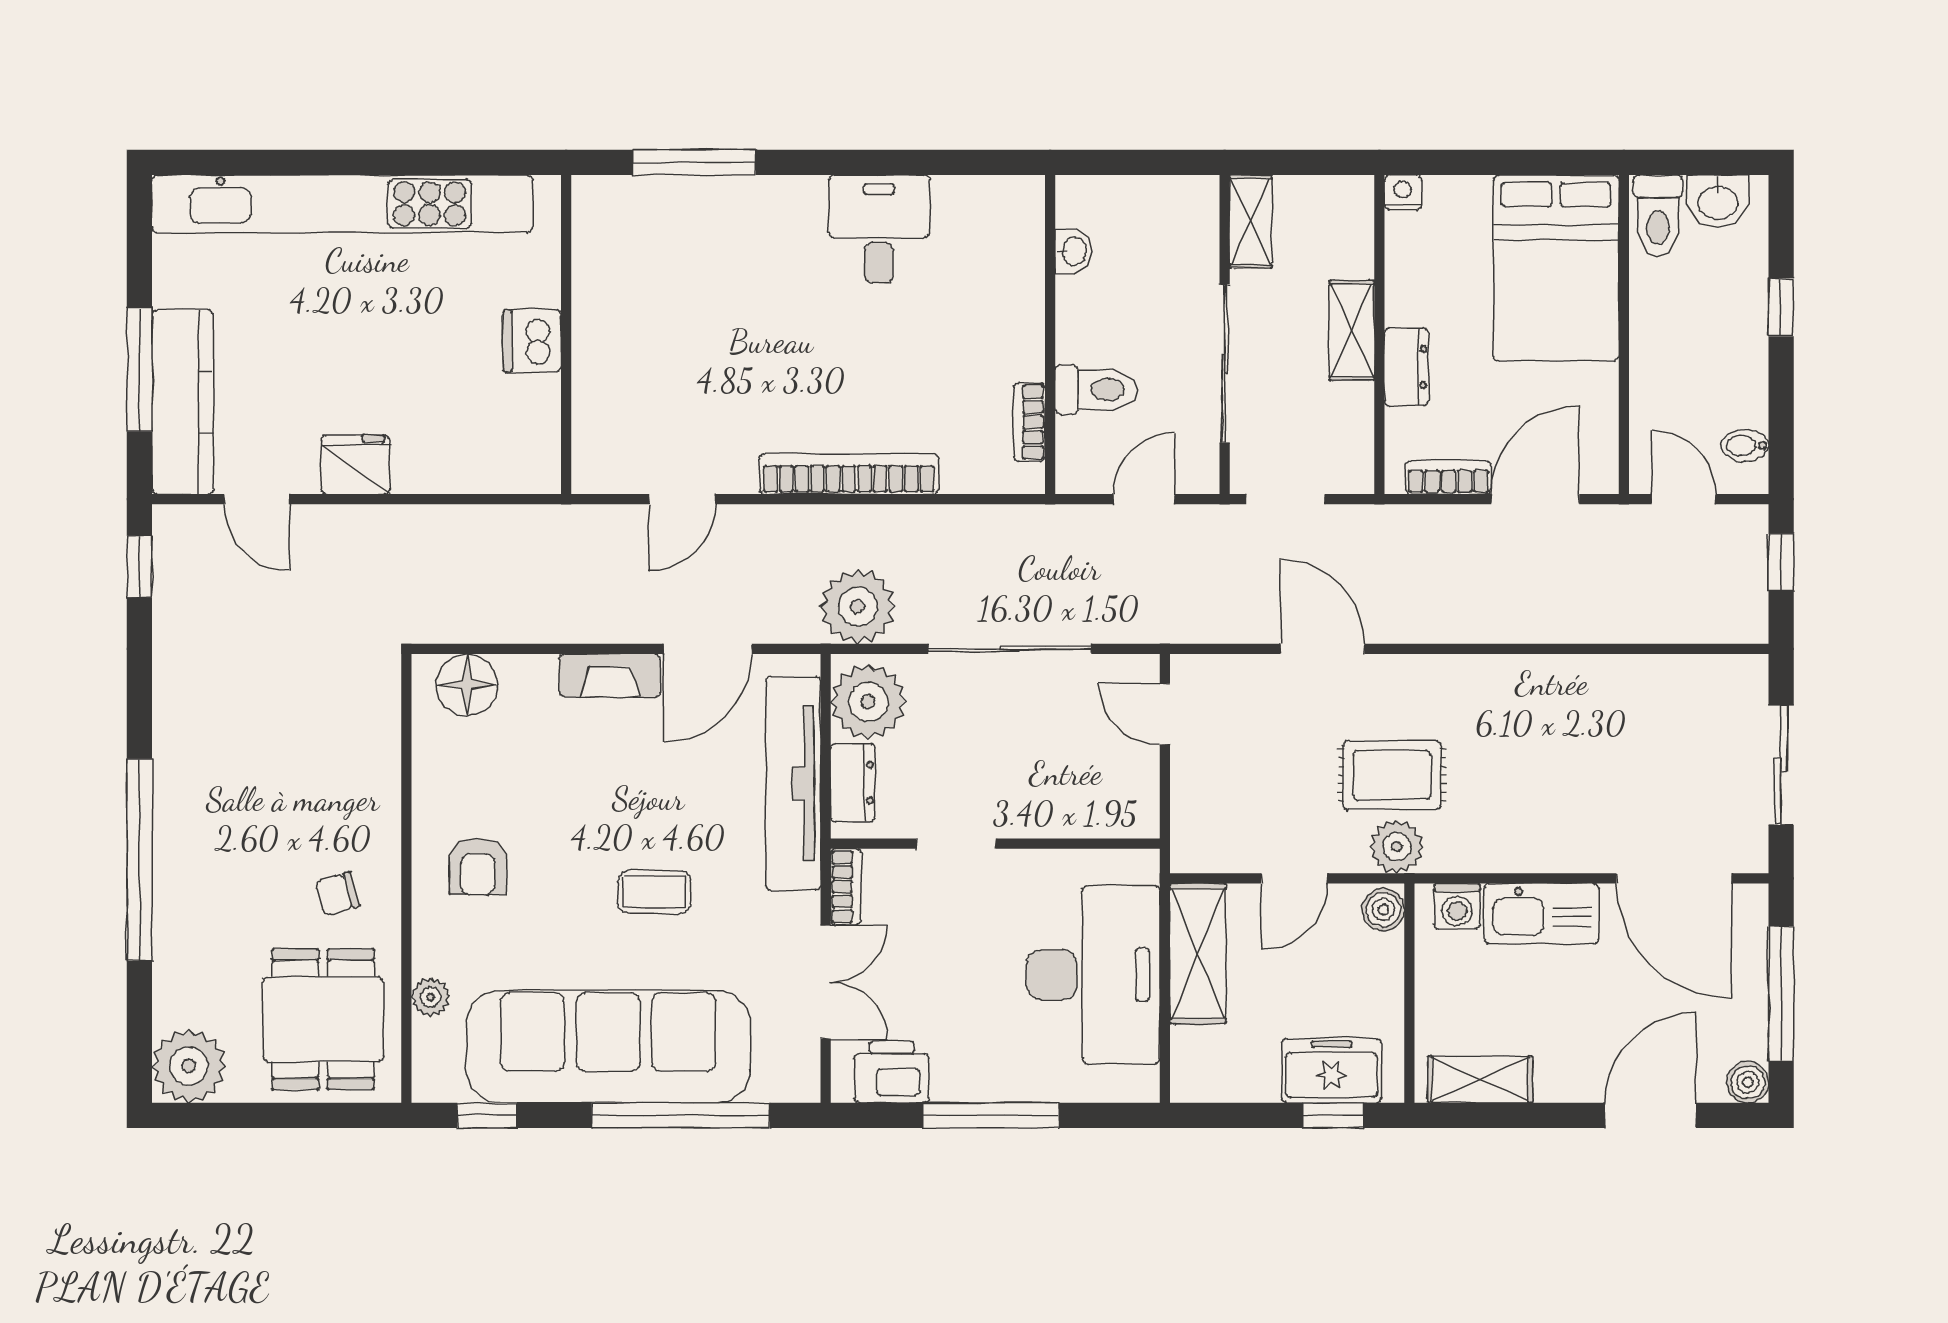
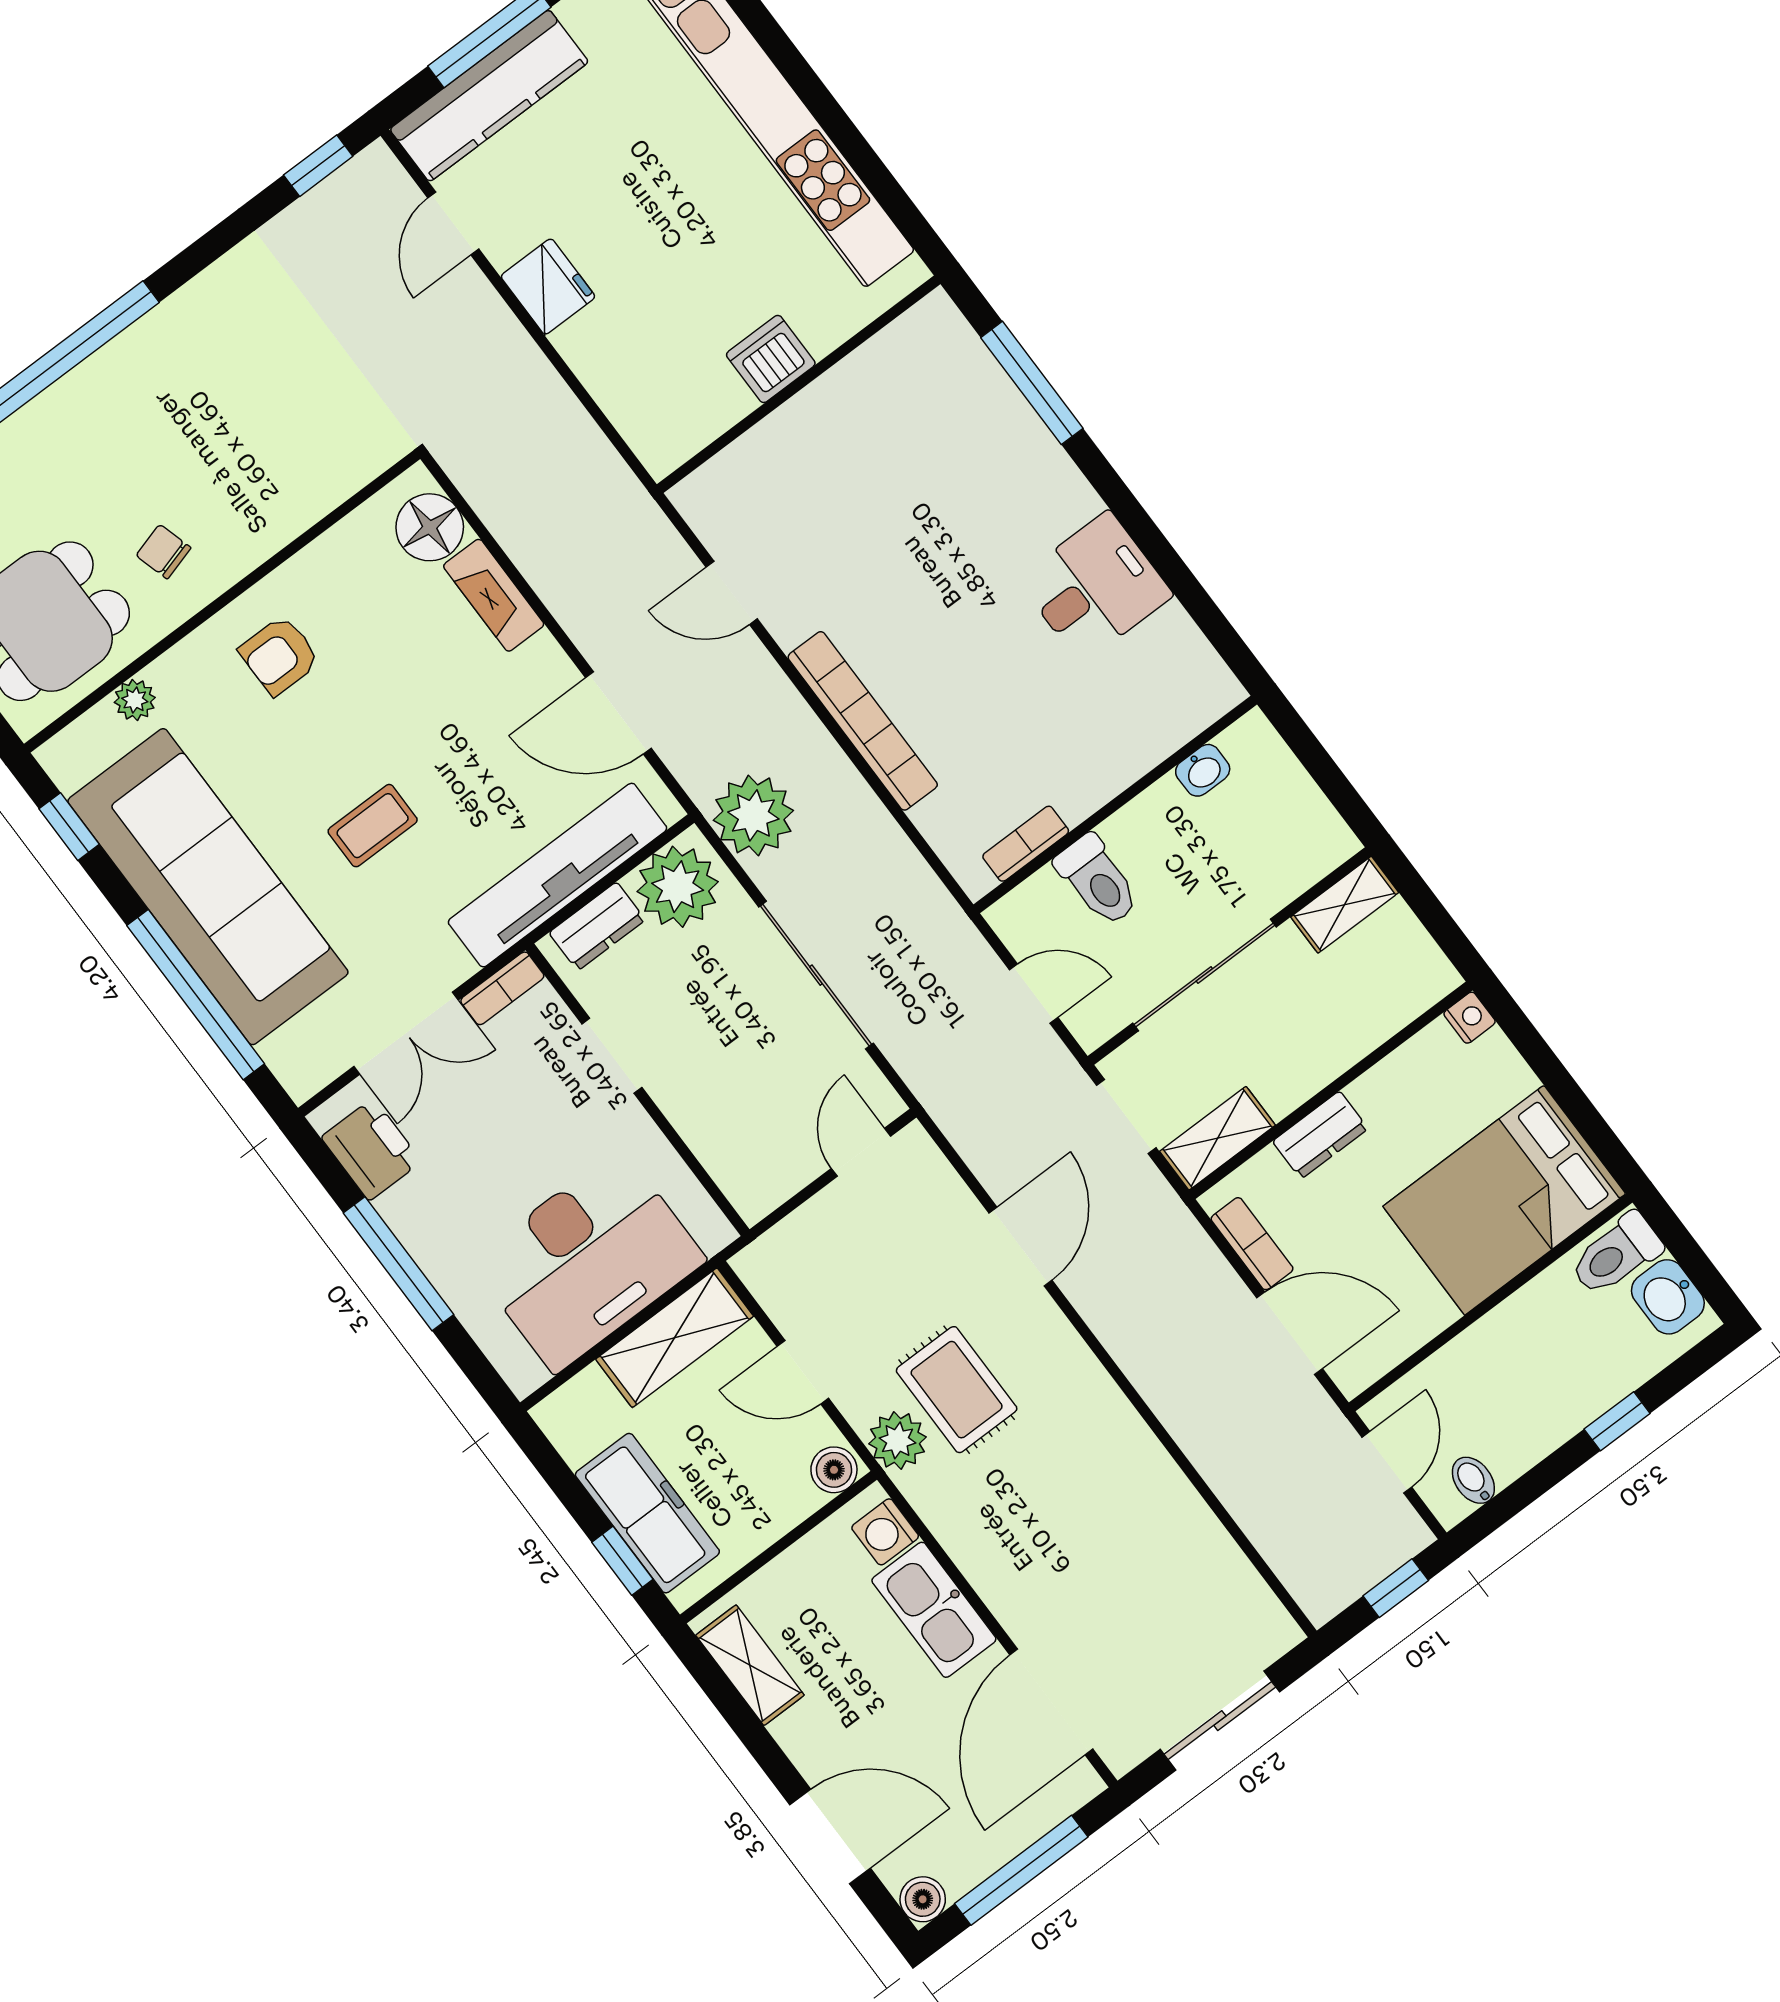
shelving: (1352, 330) -> (1217, 1138), moved
fireplace: (610, 675) -> (494, 595), moved
coffee table: (654, 892) -> (373, 826), turned 90
freezer: (1332, 1071) -> (647, 1513), width x1.40

